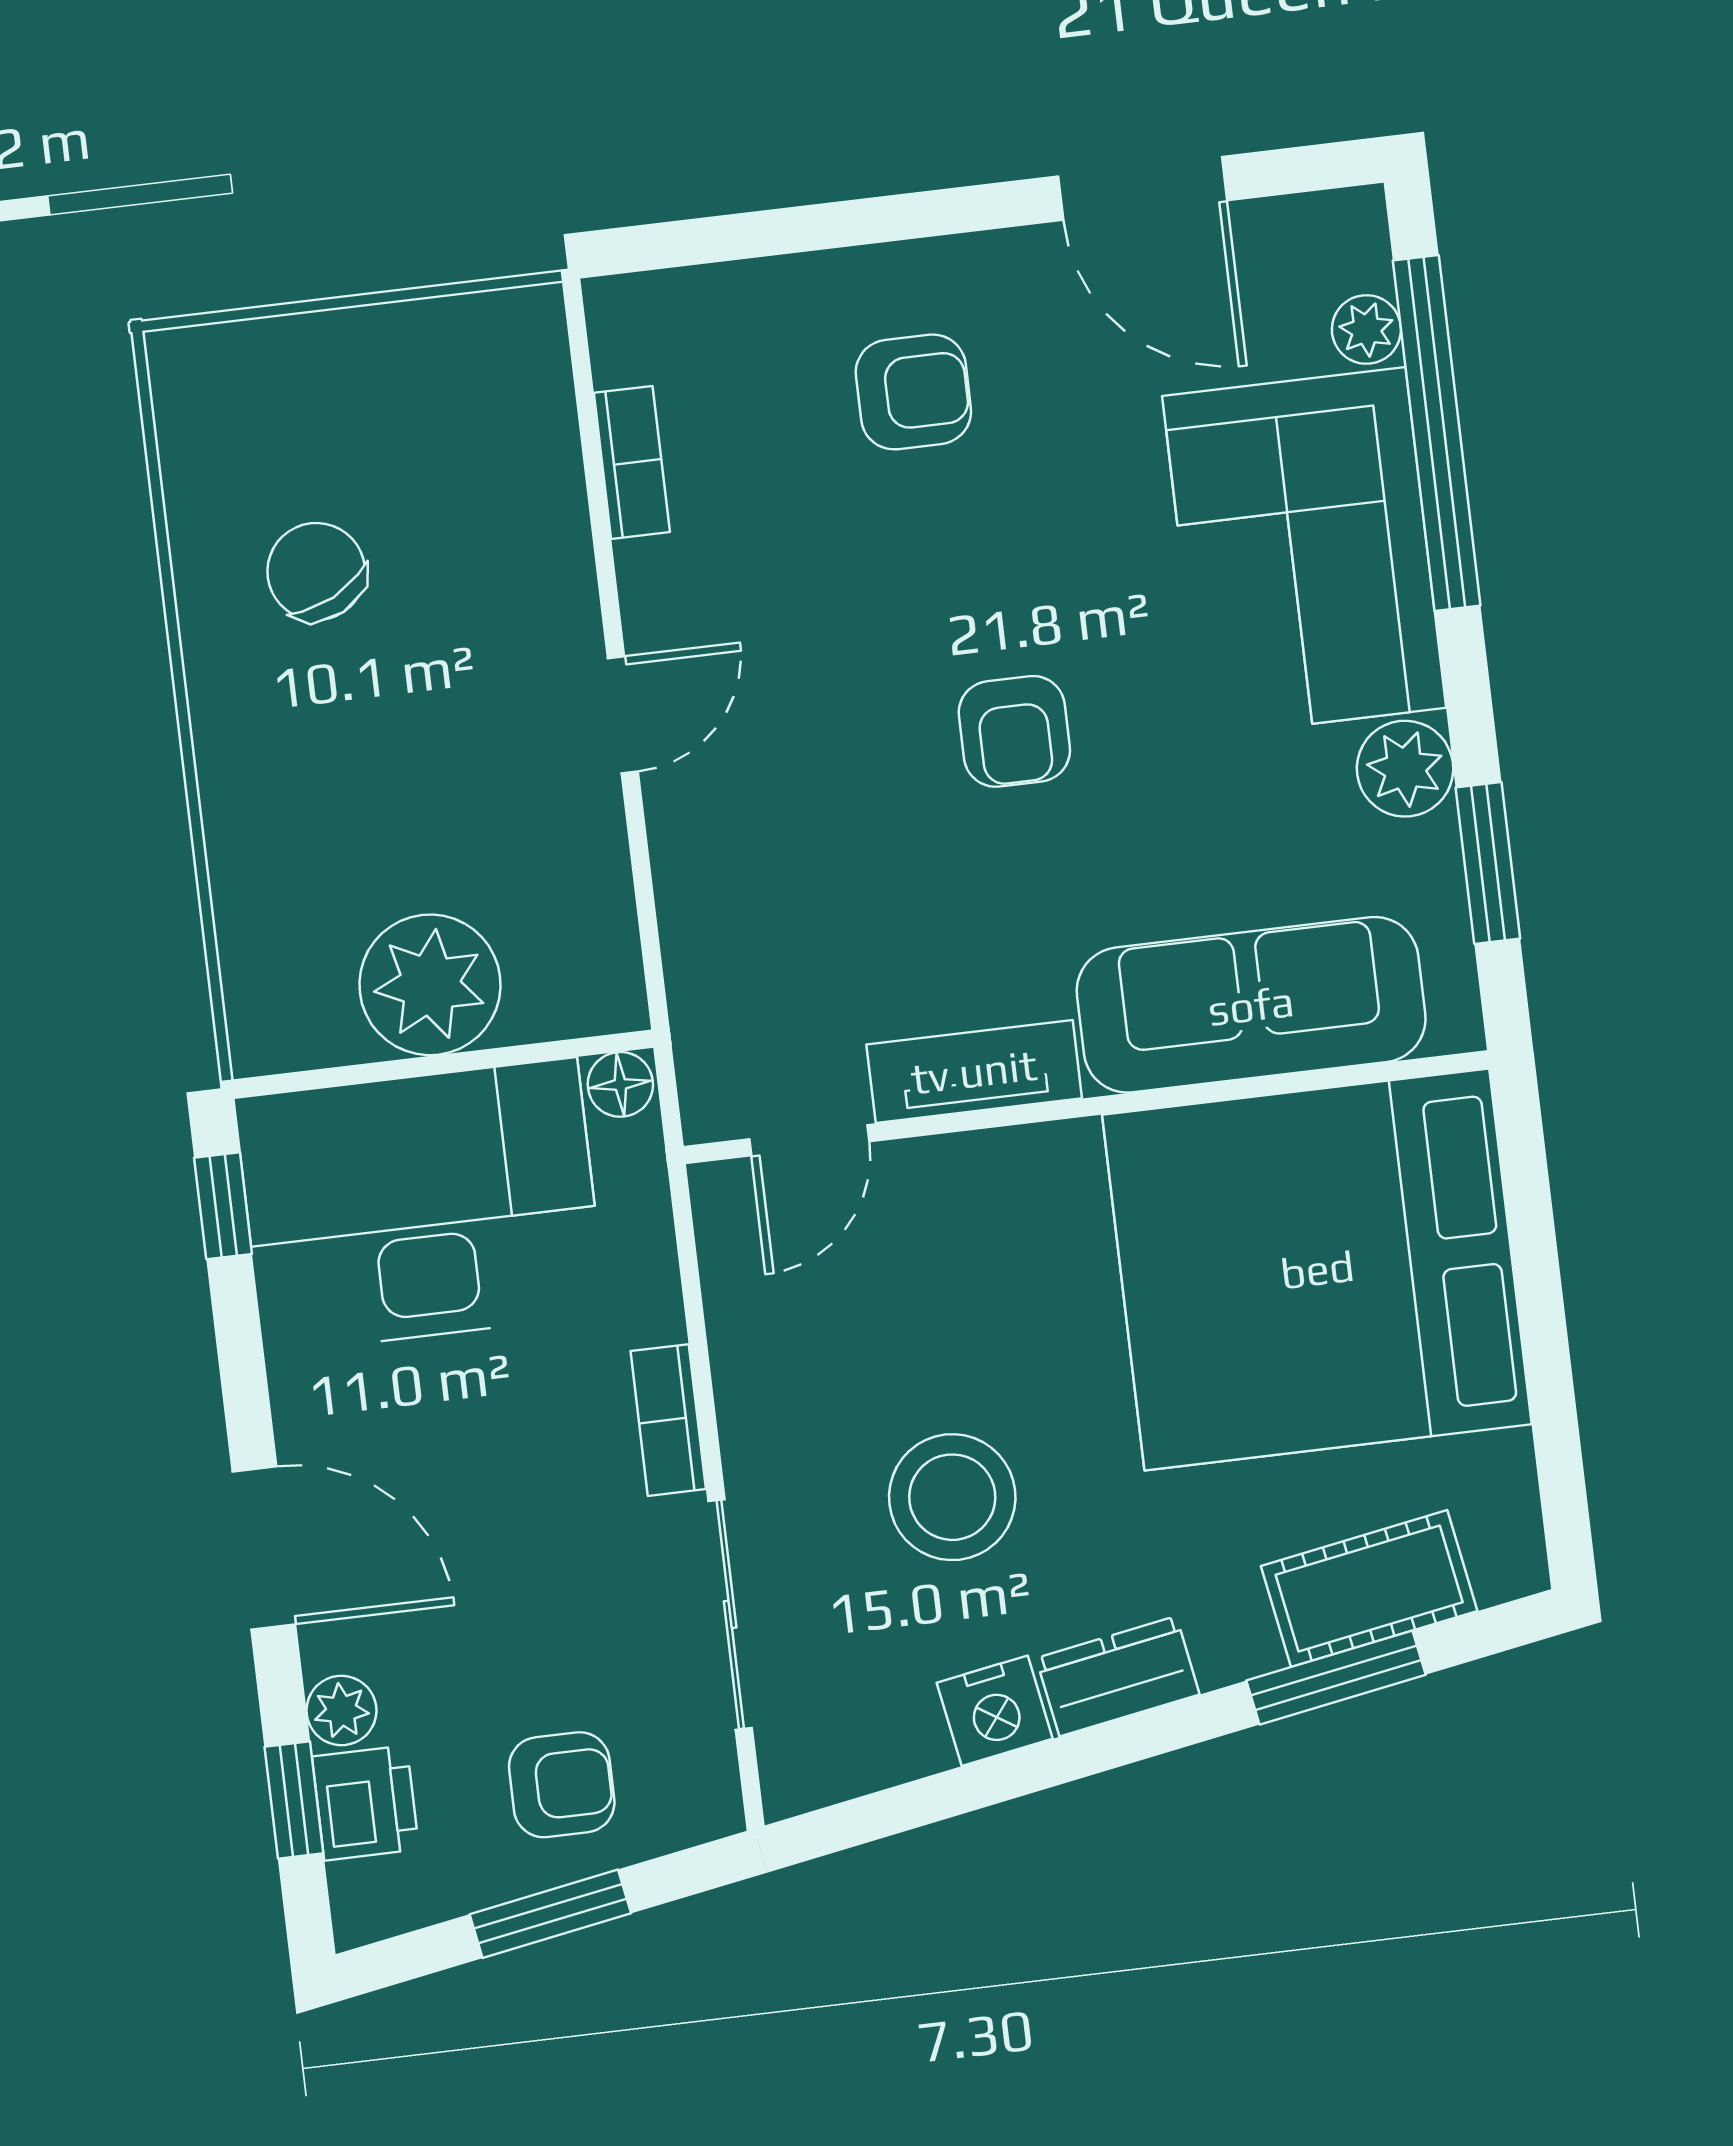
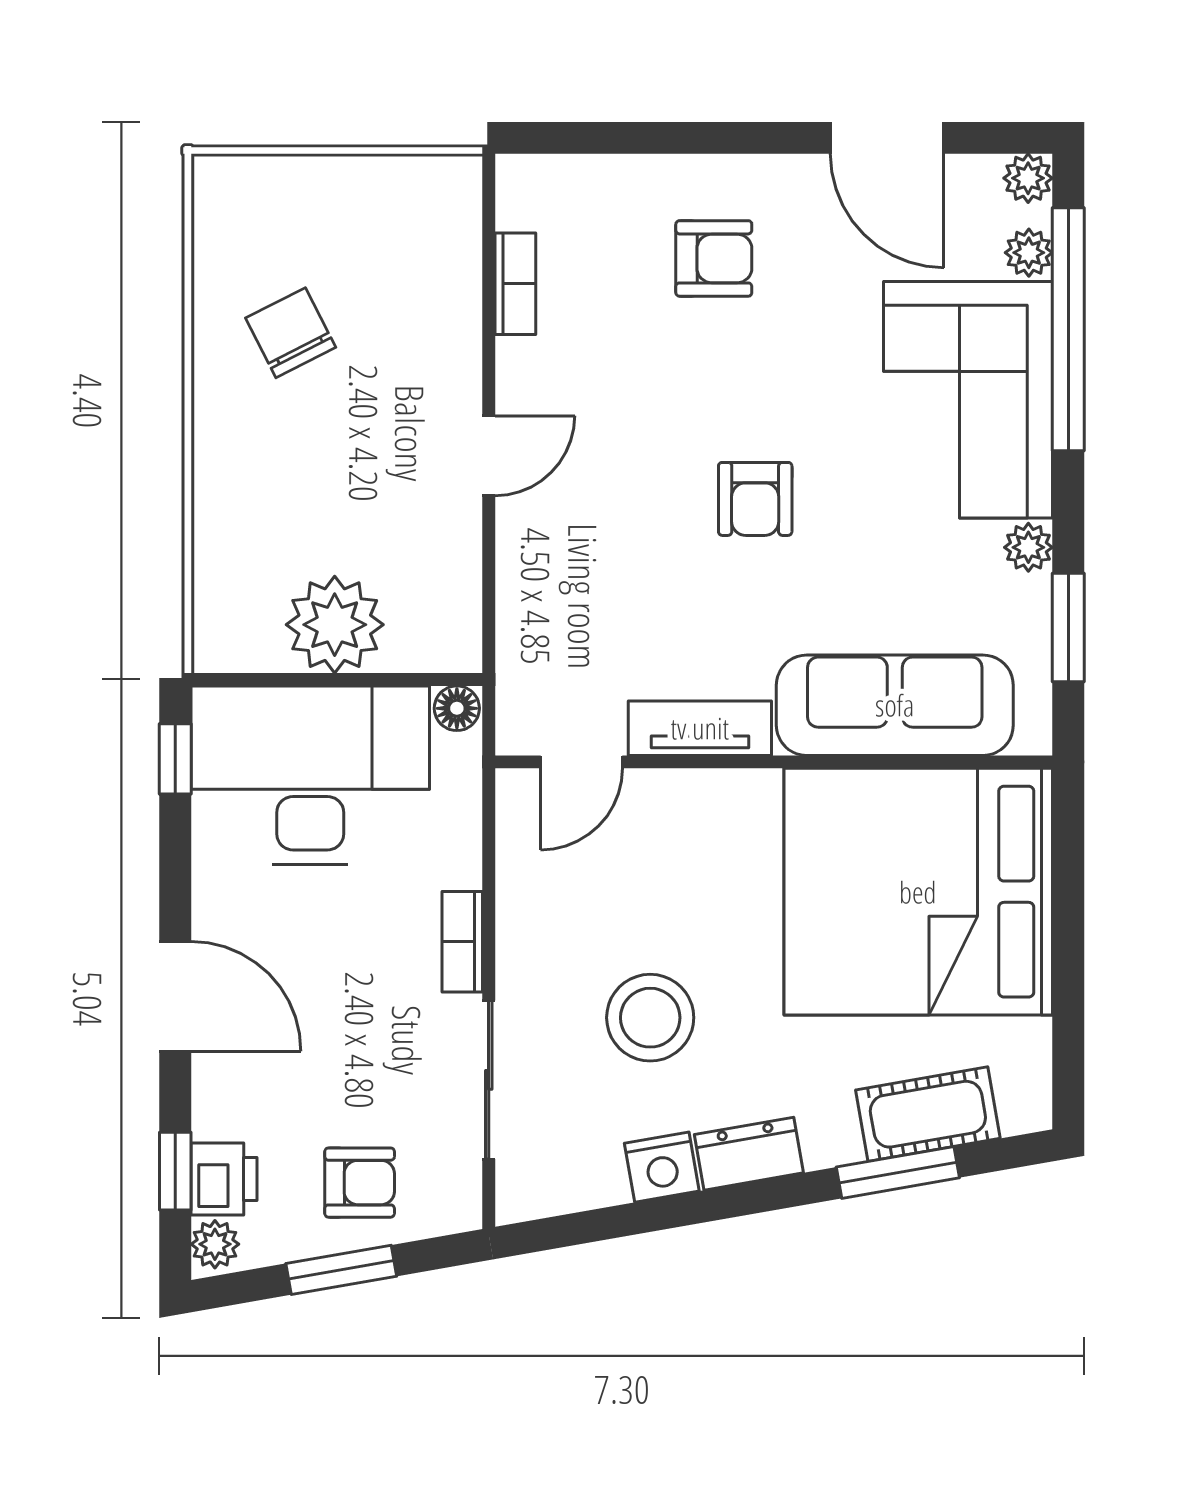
plant: (1353, 222) -> (1028, 178), added
plant: (1405, 769) -> (1028, 547), width x0.73, depth x0.73
plant: (341, 1710) -> (215, 1244), moved

